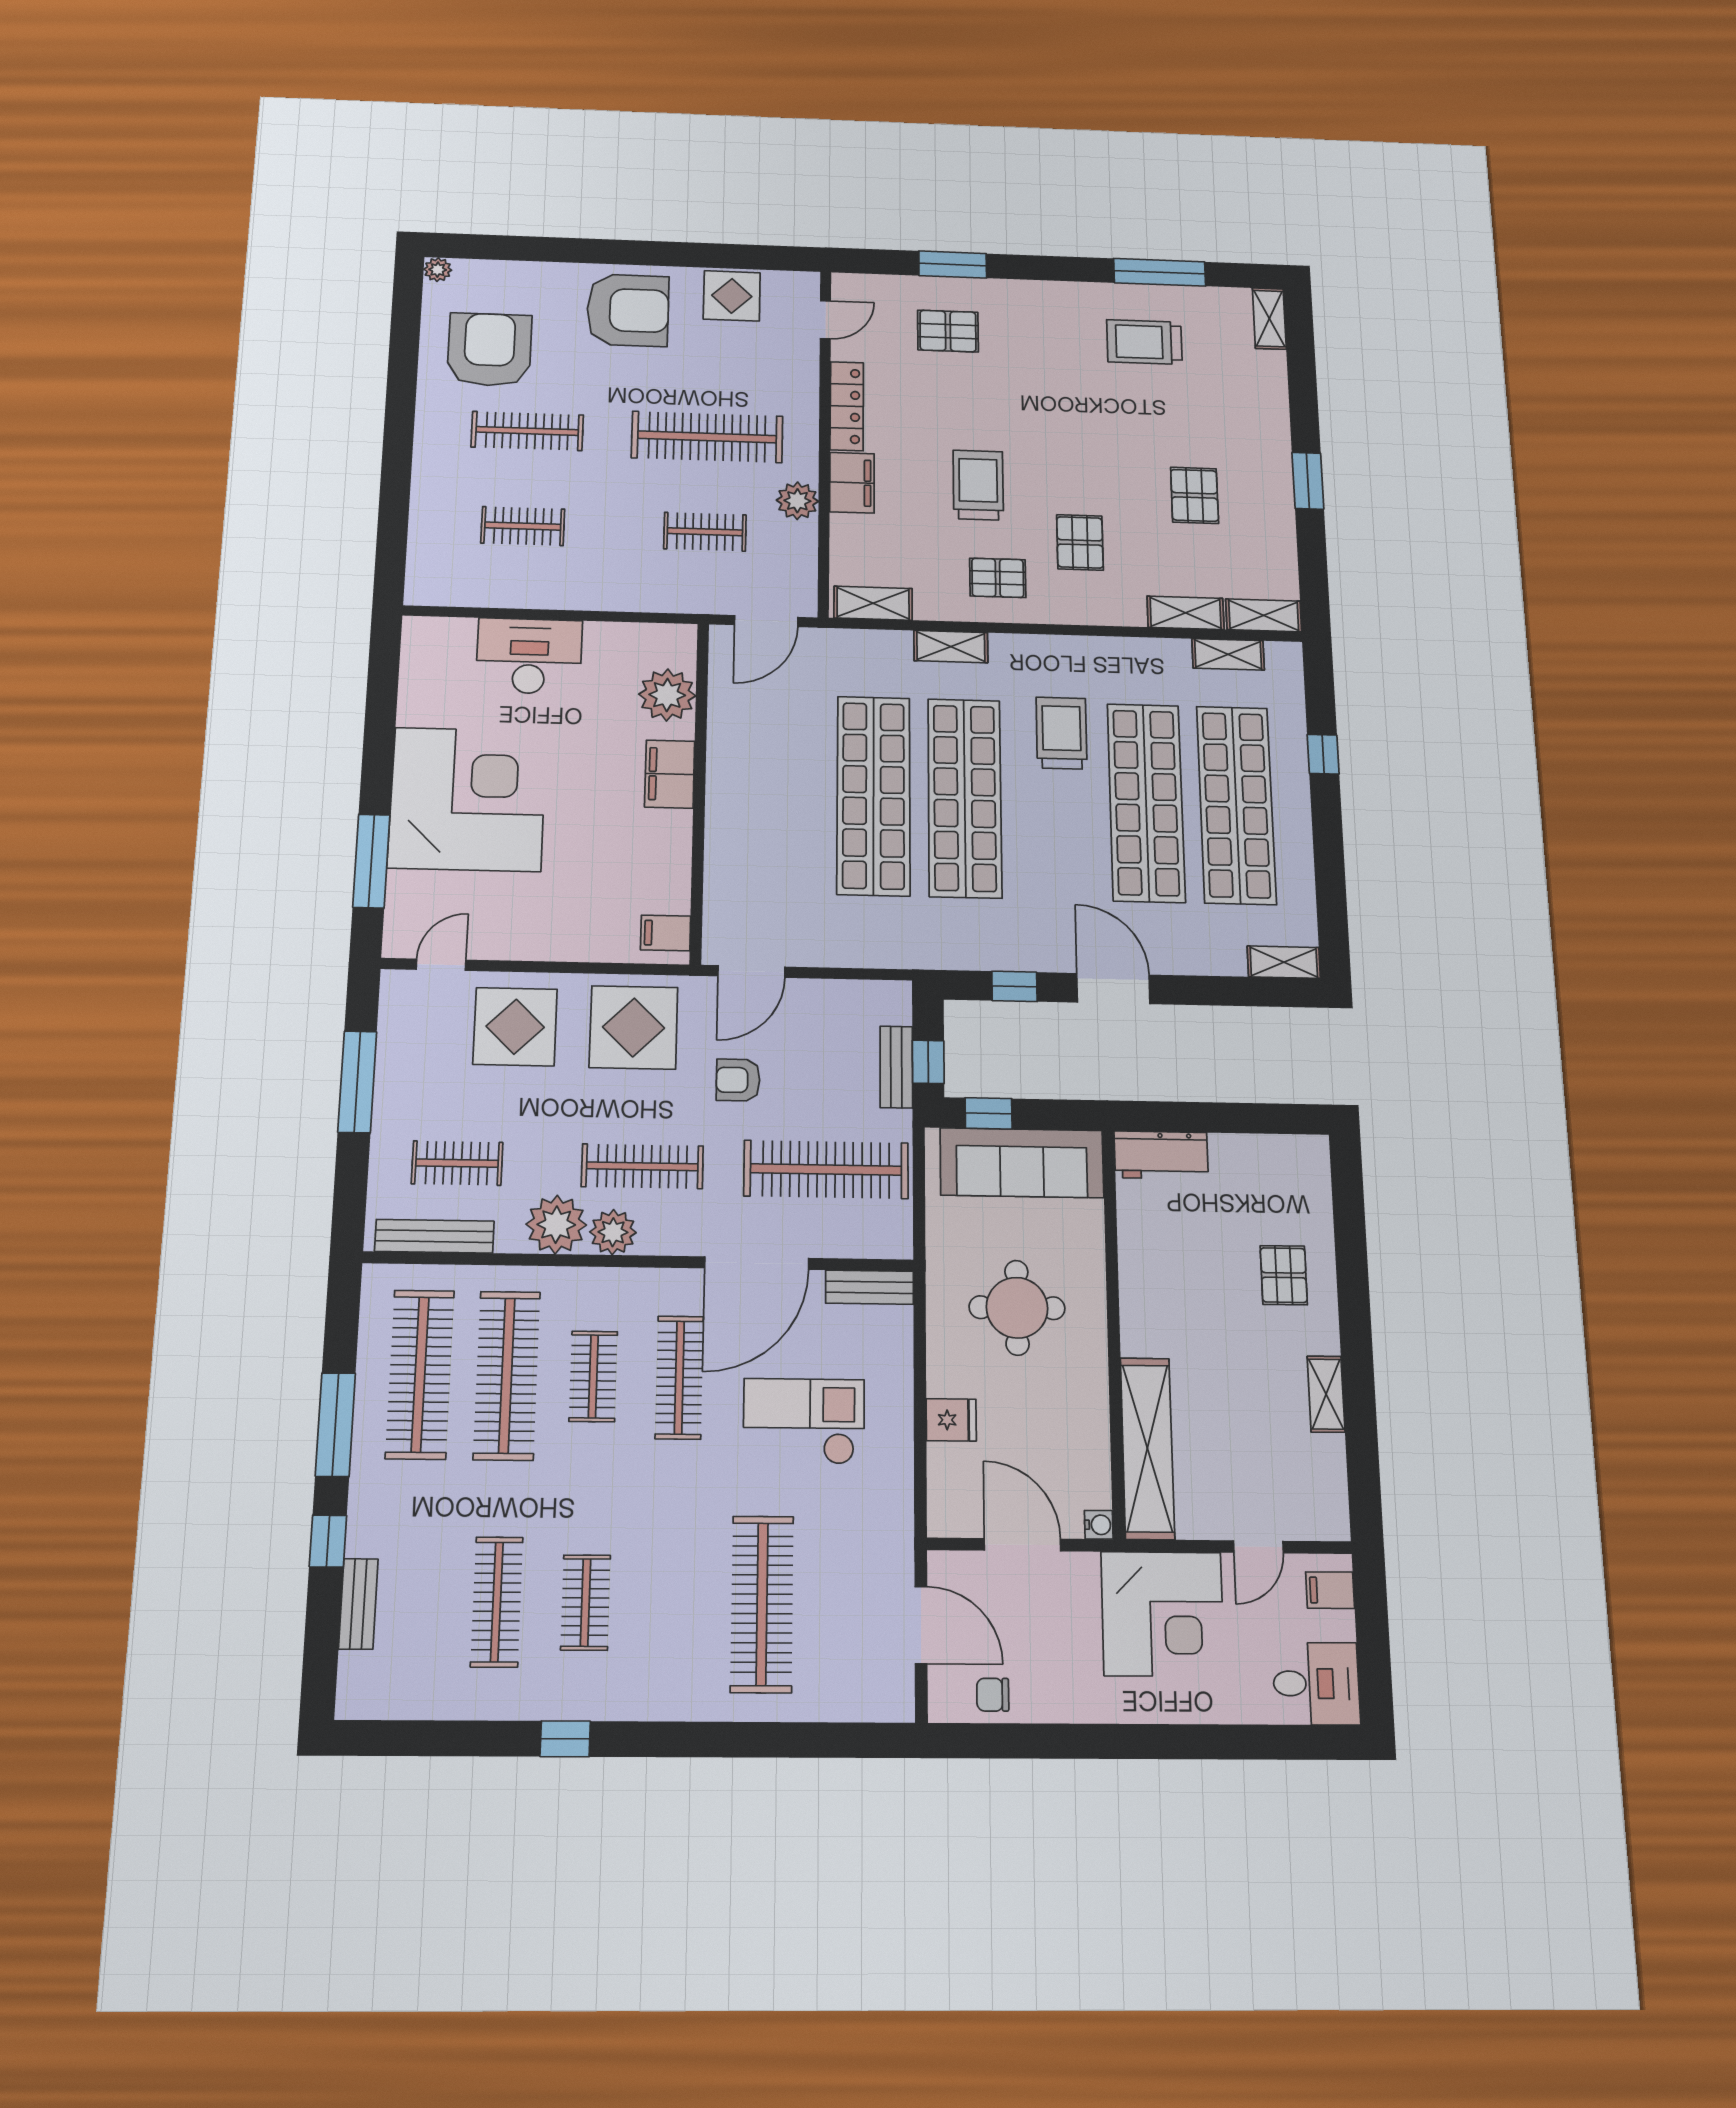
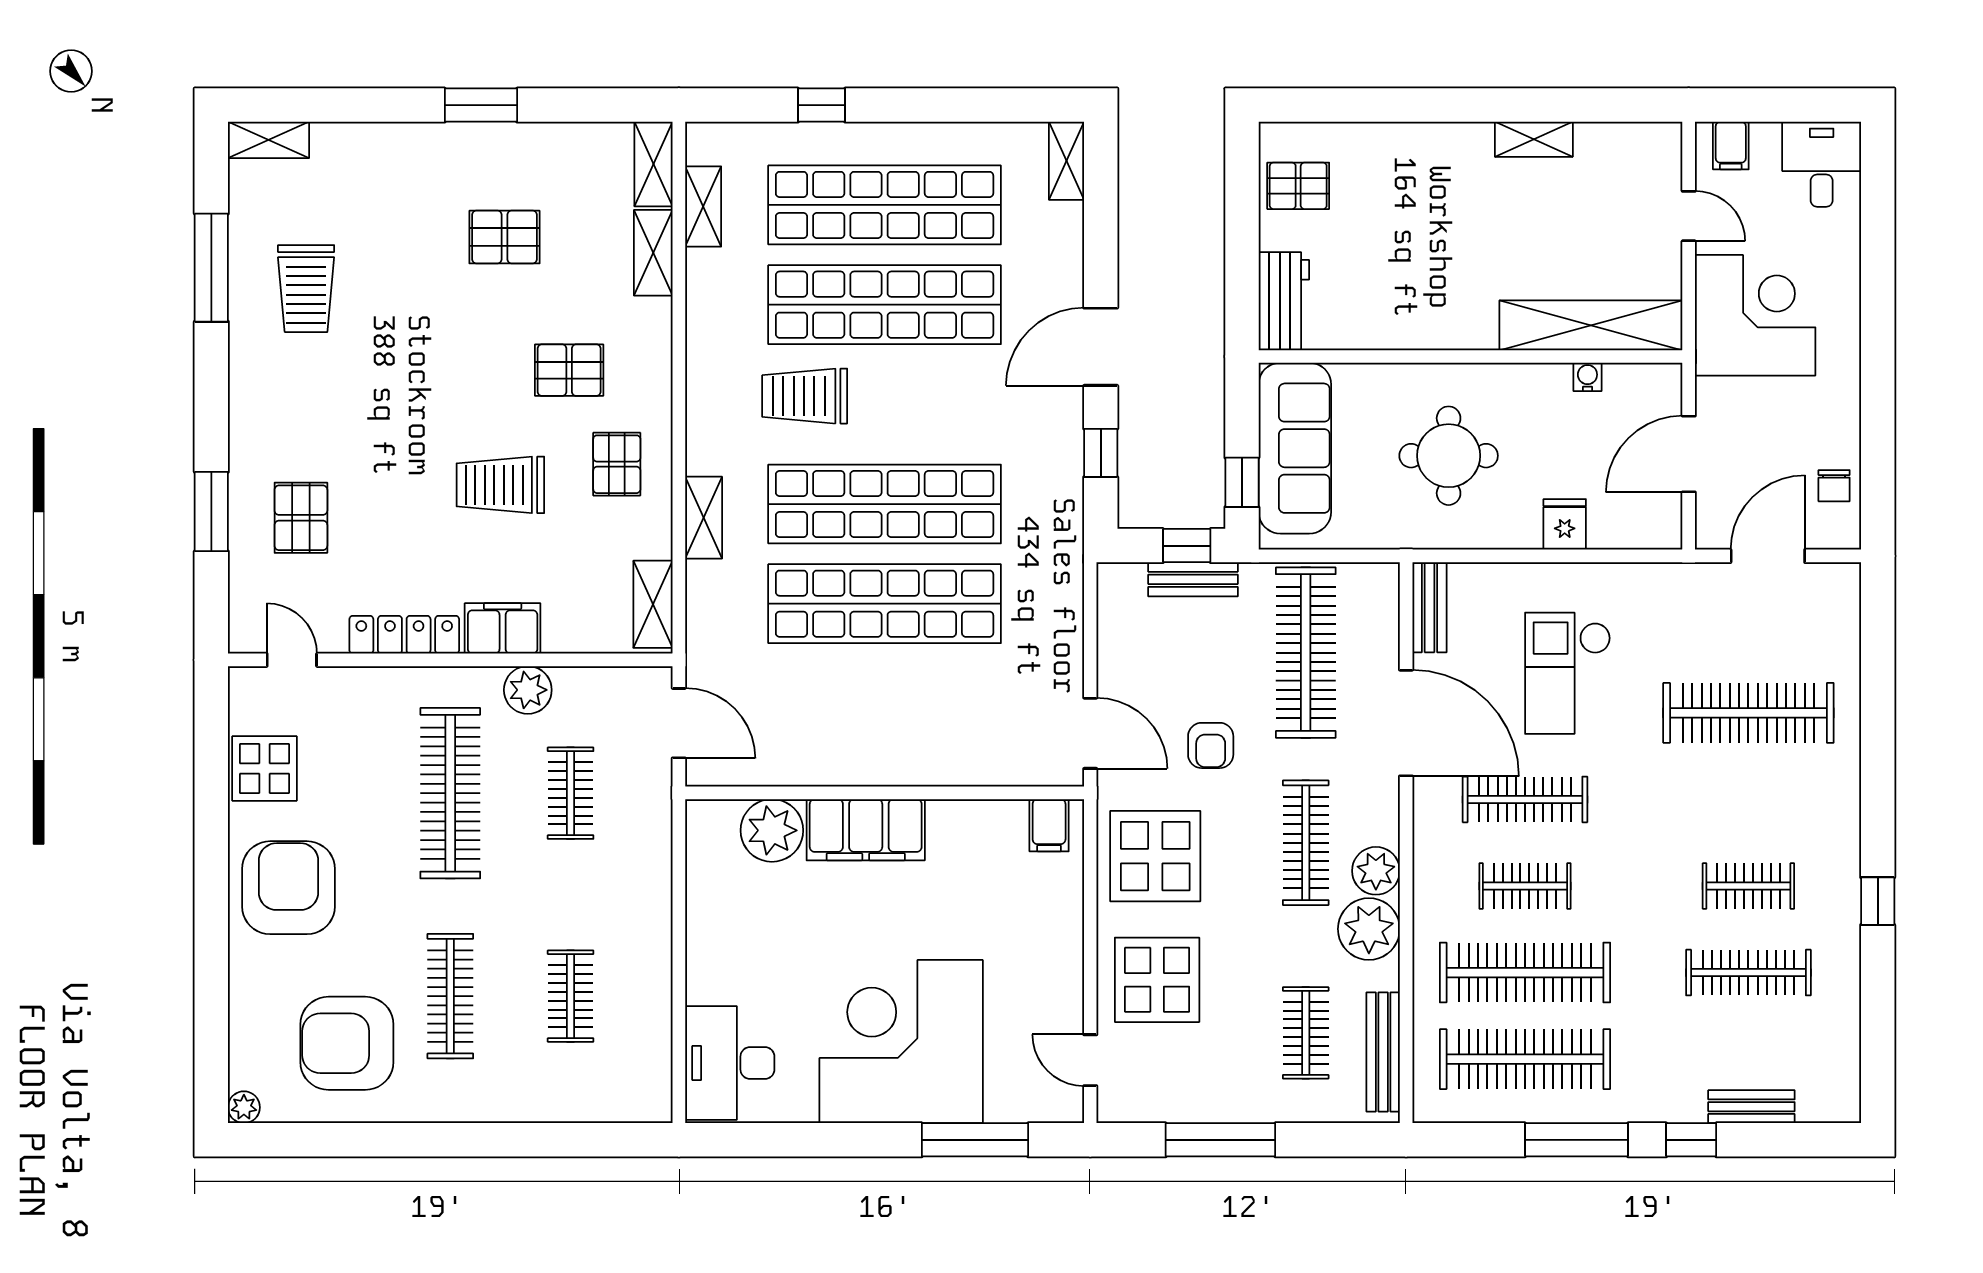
desk: (529, 656) -> (730, 1063), moved
filing cabinet: (670, 774) -> (866, 830), width x1.50, depth x1.17
pallet: (1284, 1275) -> (1298, 186), moved
water cooler: (1099, 1525) -> (1587, 377), moved

